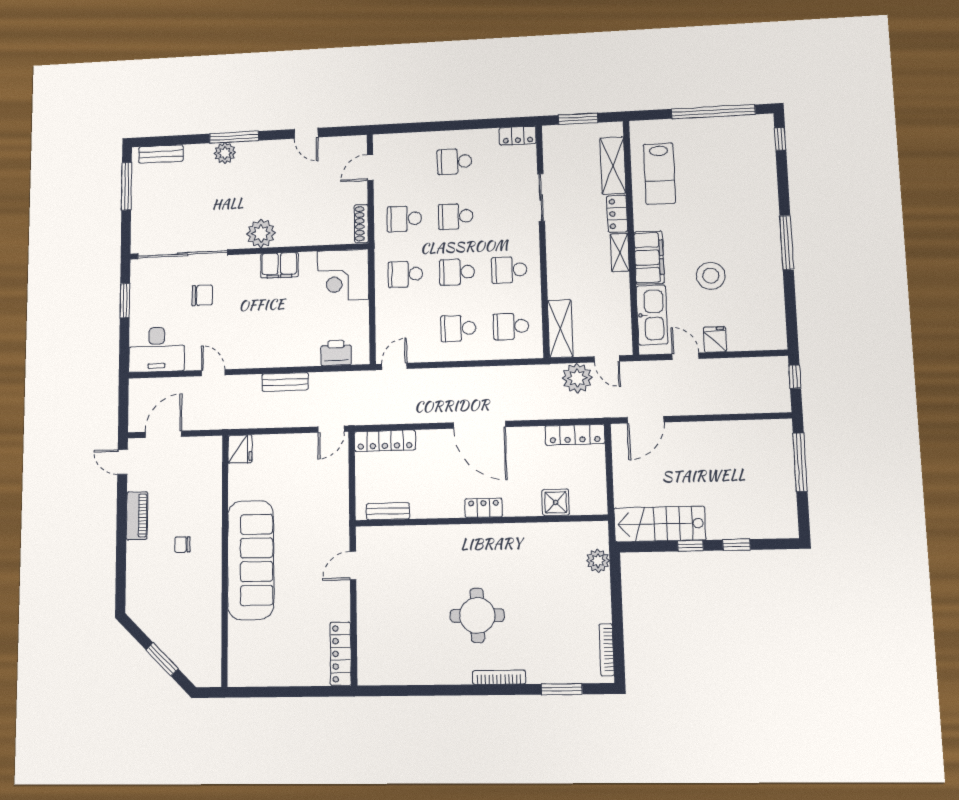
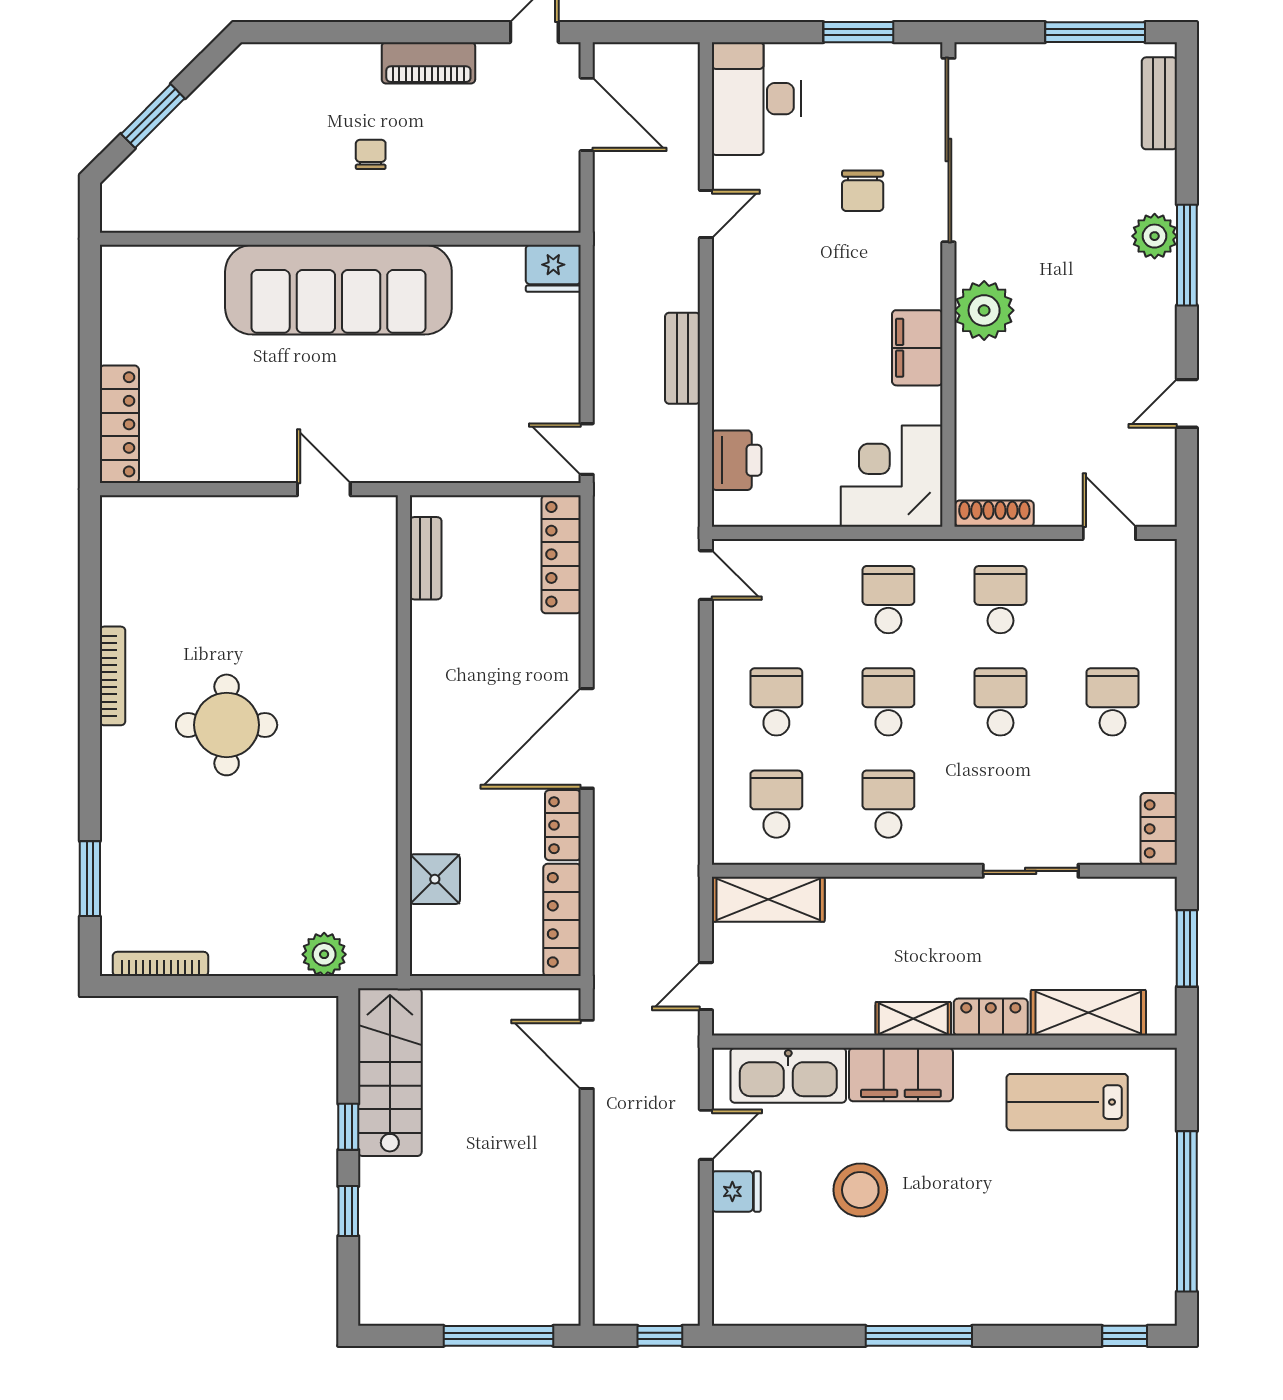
plant: (577, 378) -> (671, 928), removed
locker: (483, 508) -> (563, 825), moved, turned 180
locker: (341, 654) -> (119, 424), moved, turned 90
bookcase: (499, 677) -> (112, 676), moved

